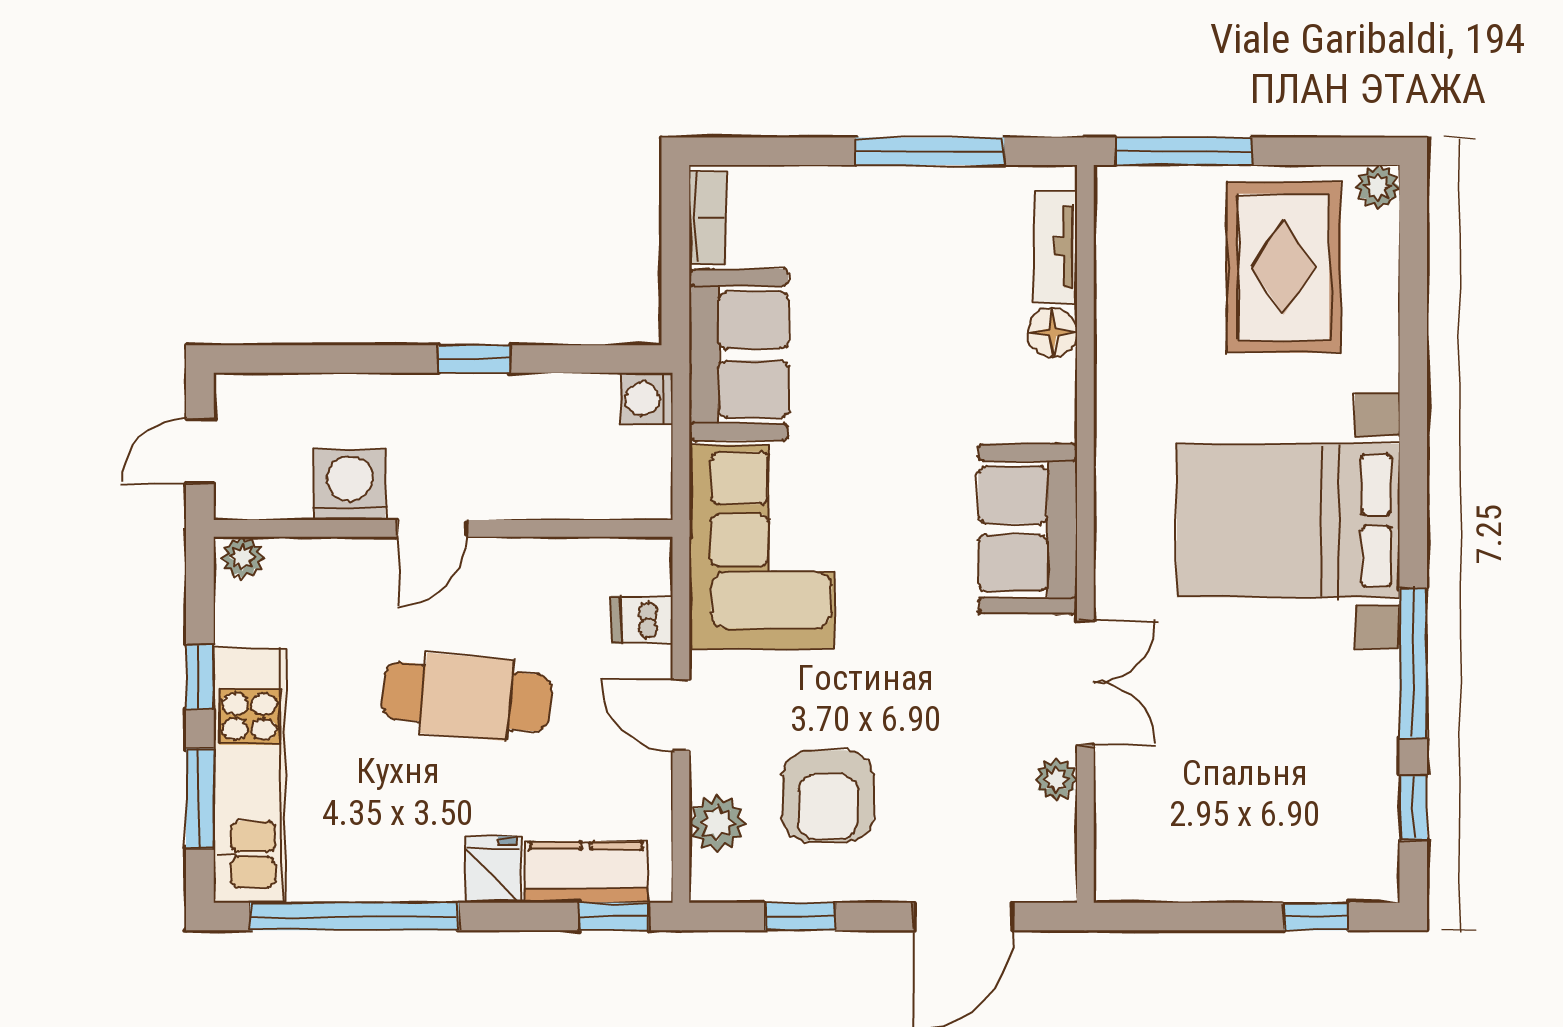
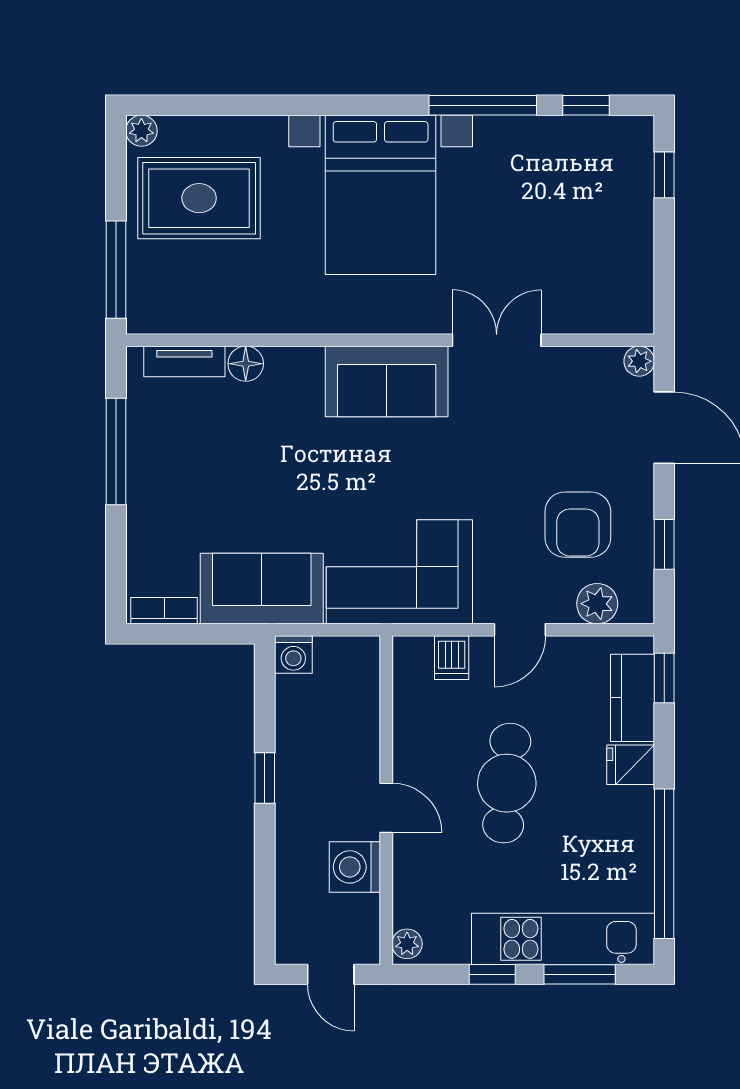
plant: (1056, 779) -> (639, 361), moved
armchair: (828, 796) -> (578, 525), turned 90

